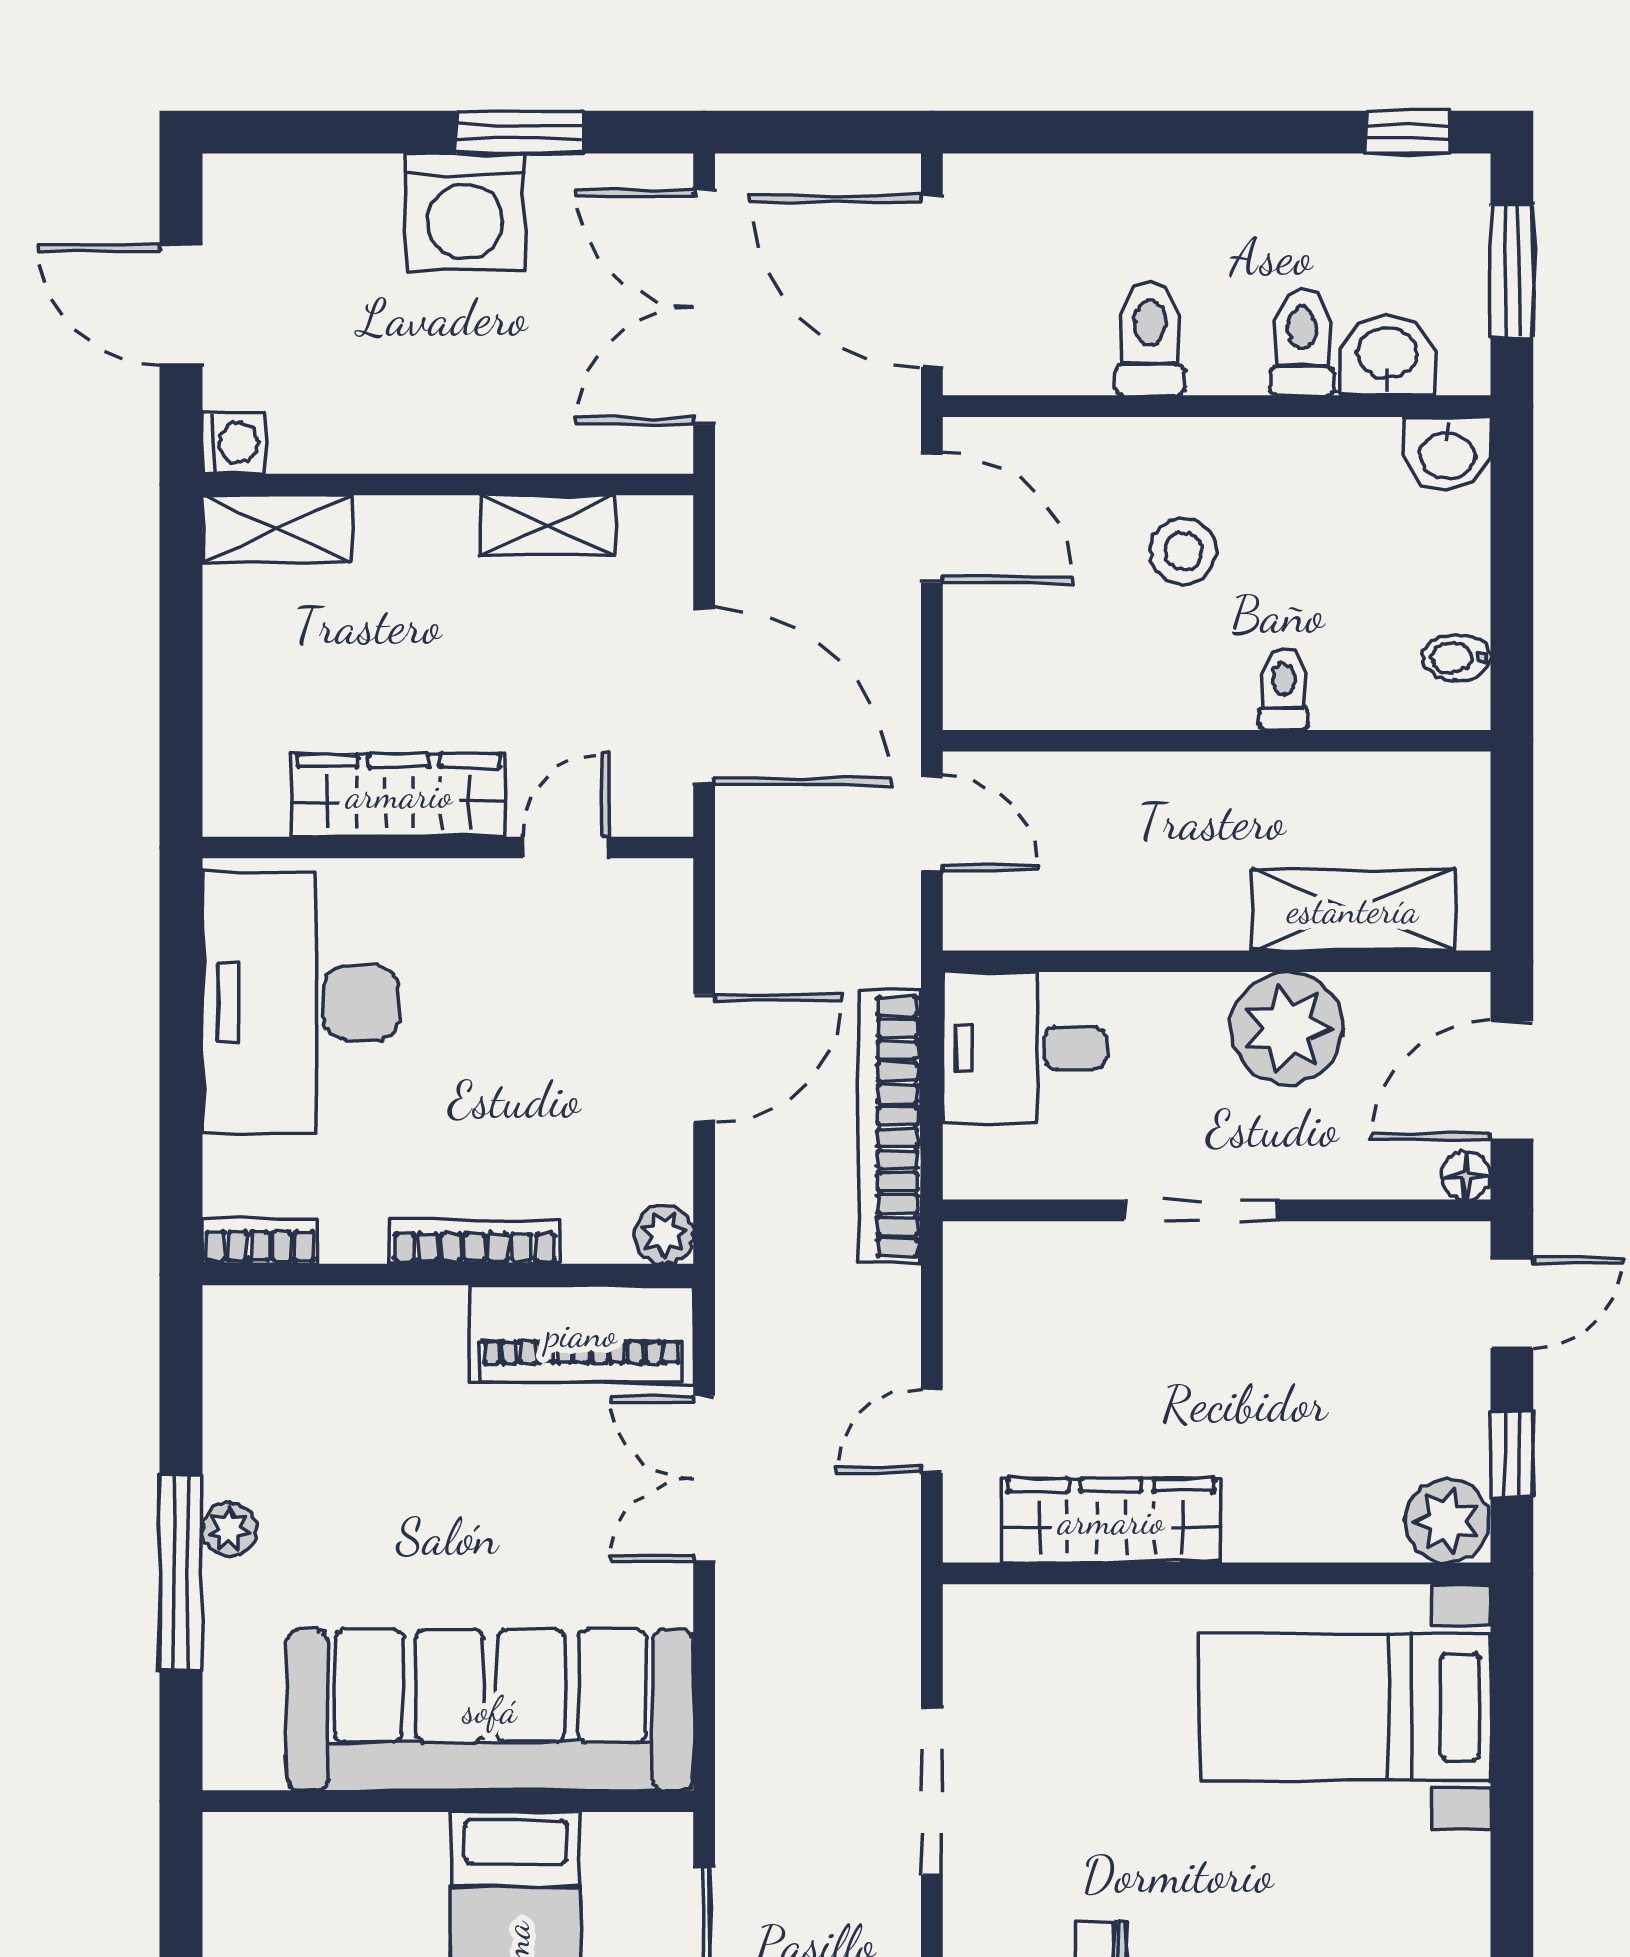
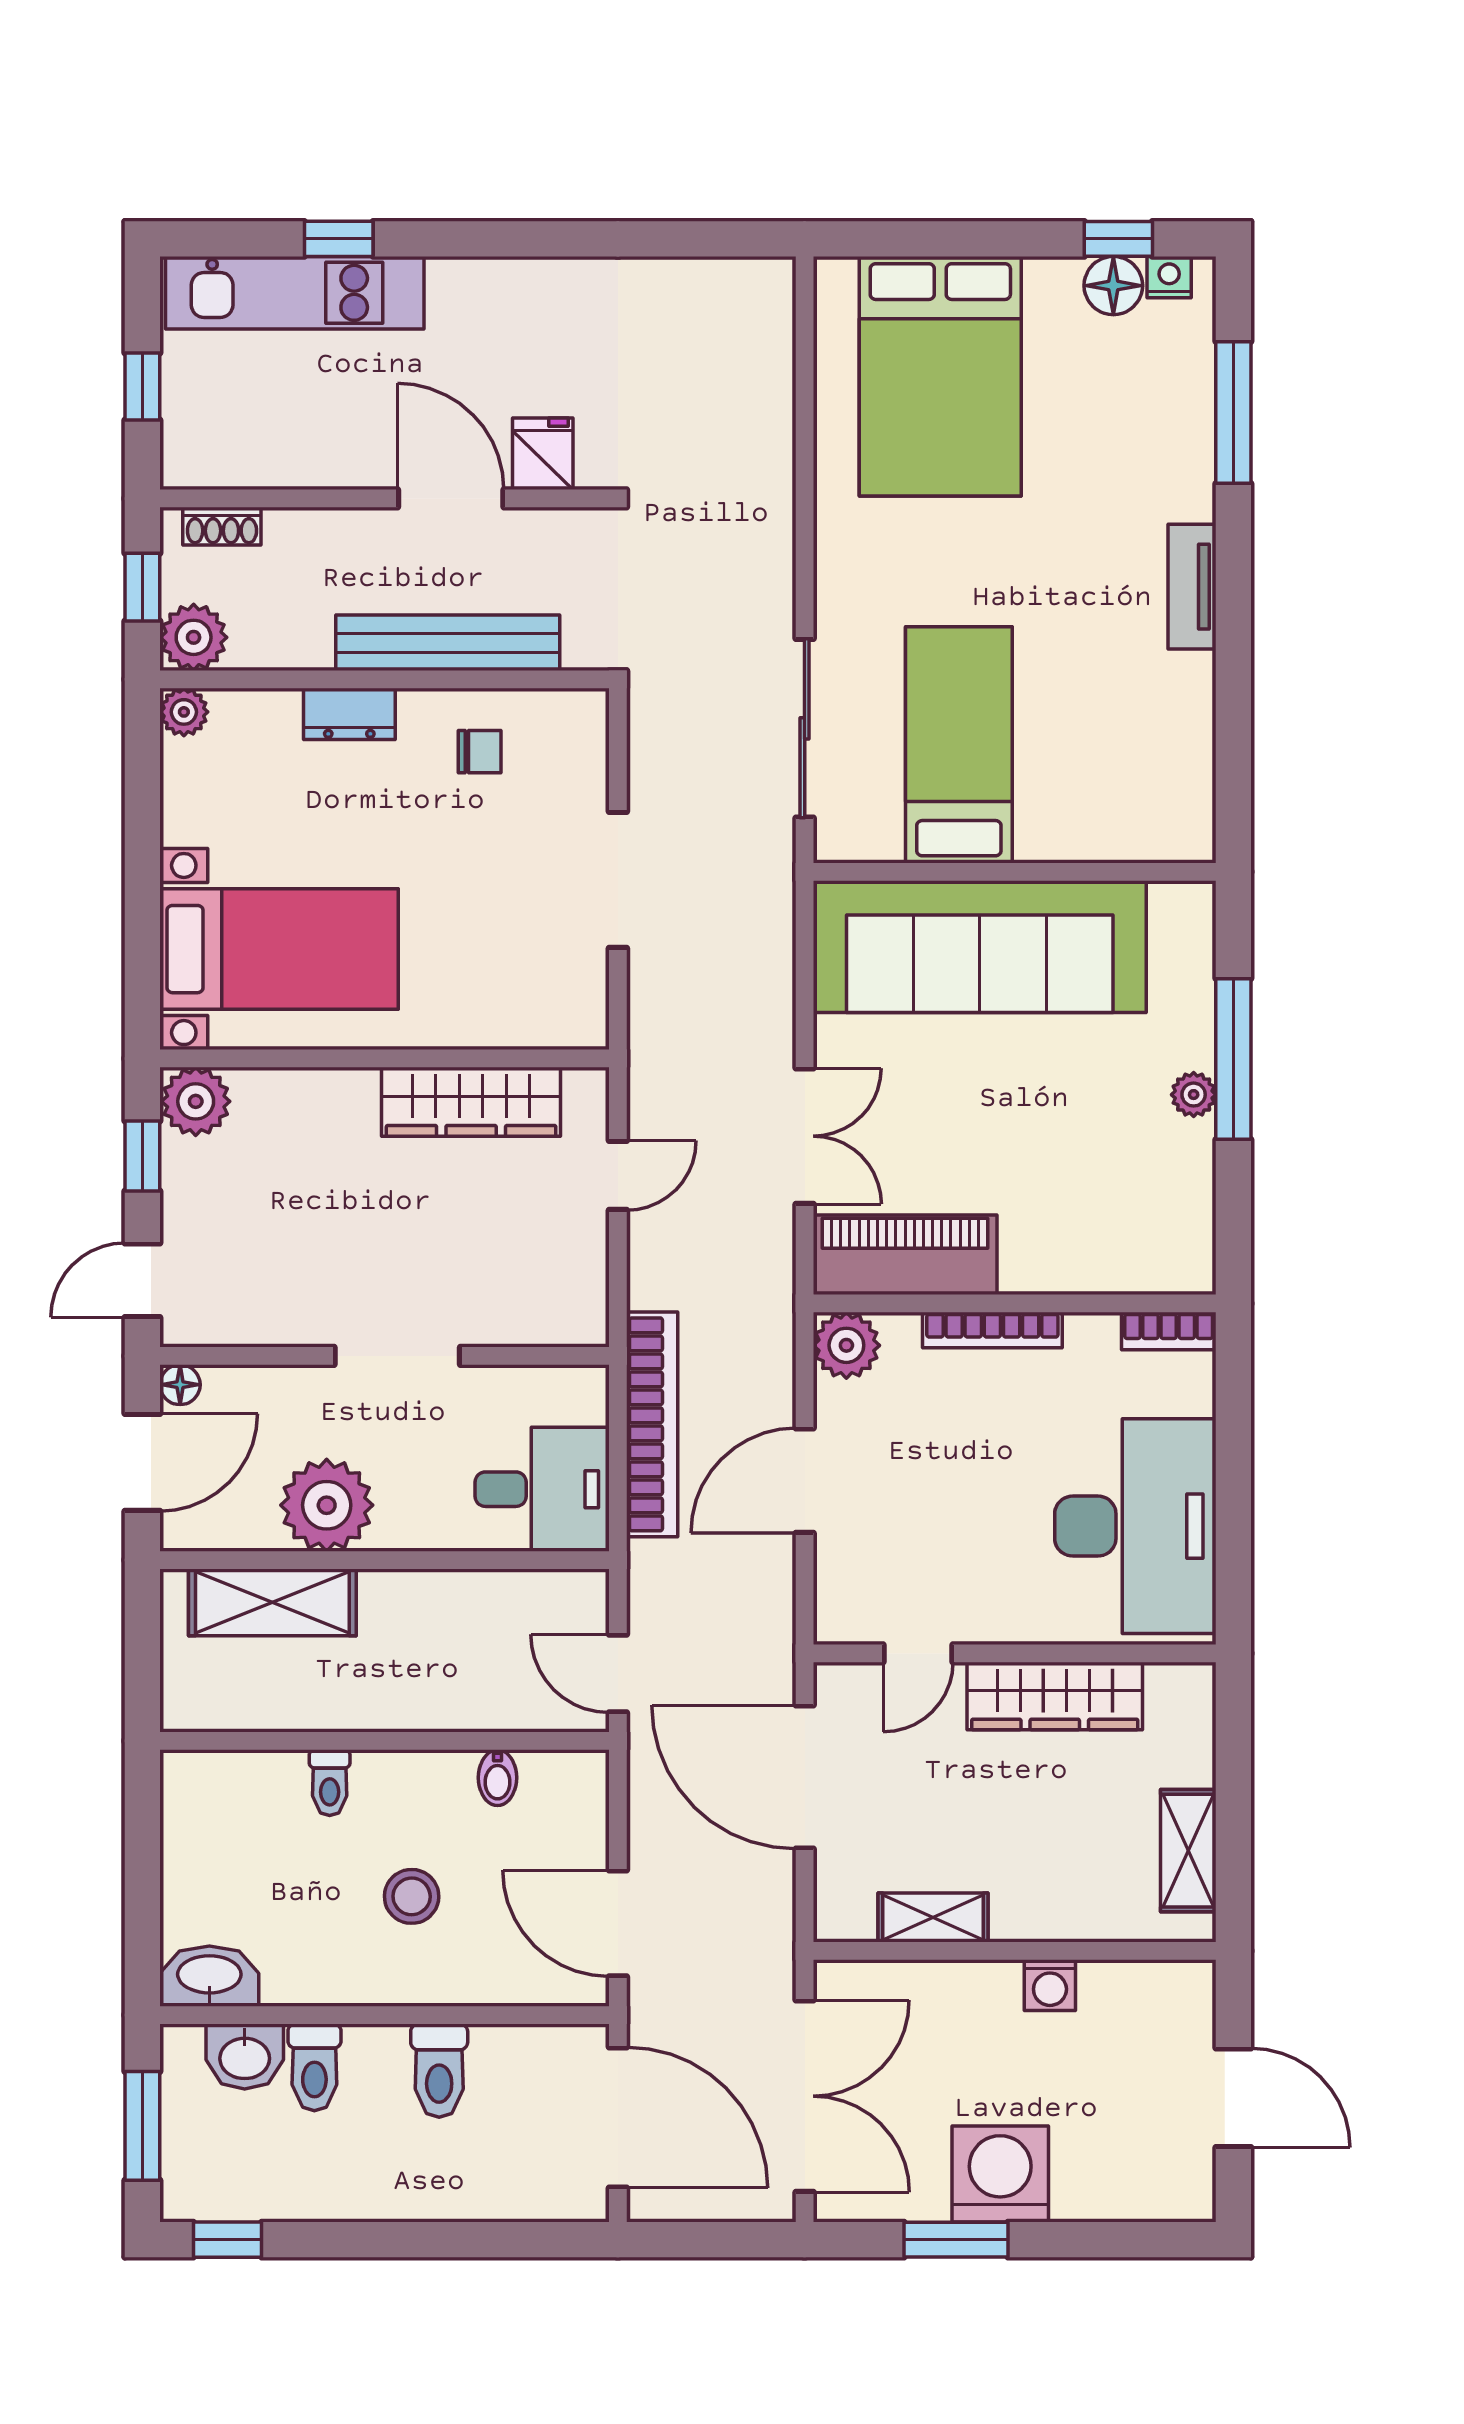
washing machine: (233, 443) -> (1050, 1985), moved, turned -90
washbasin: (1447, 454) -> (209, 1976), width x1.38
shelving: (277, 529) -> (1188, 1851), moved, turned 90
bidet: (1456, 658) -> (498, 1778), moved, turned 90
plant: (664, 1234) -> (846, 1345), width x1.38, depth x1.38

